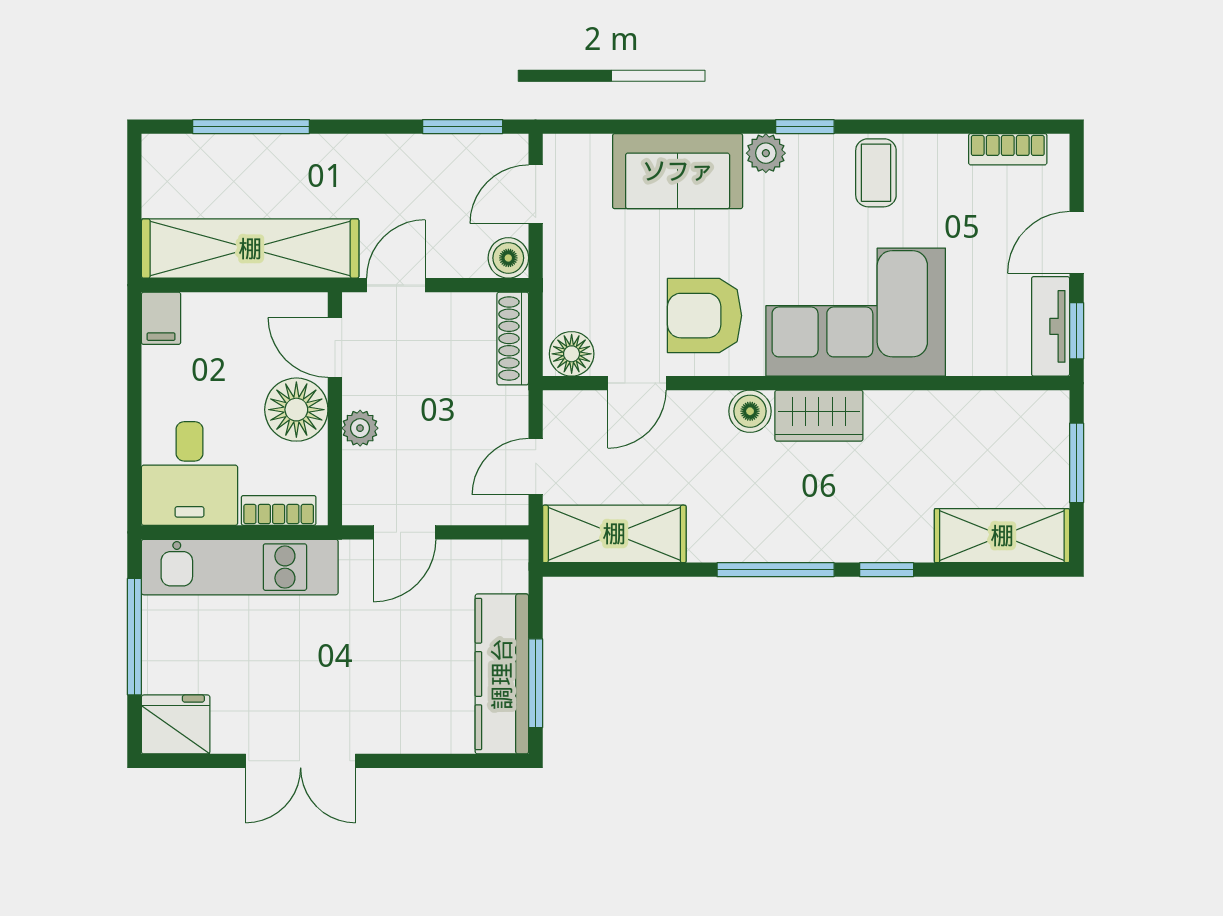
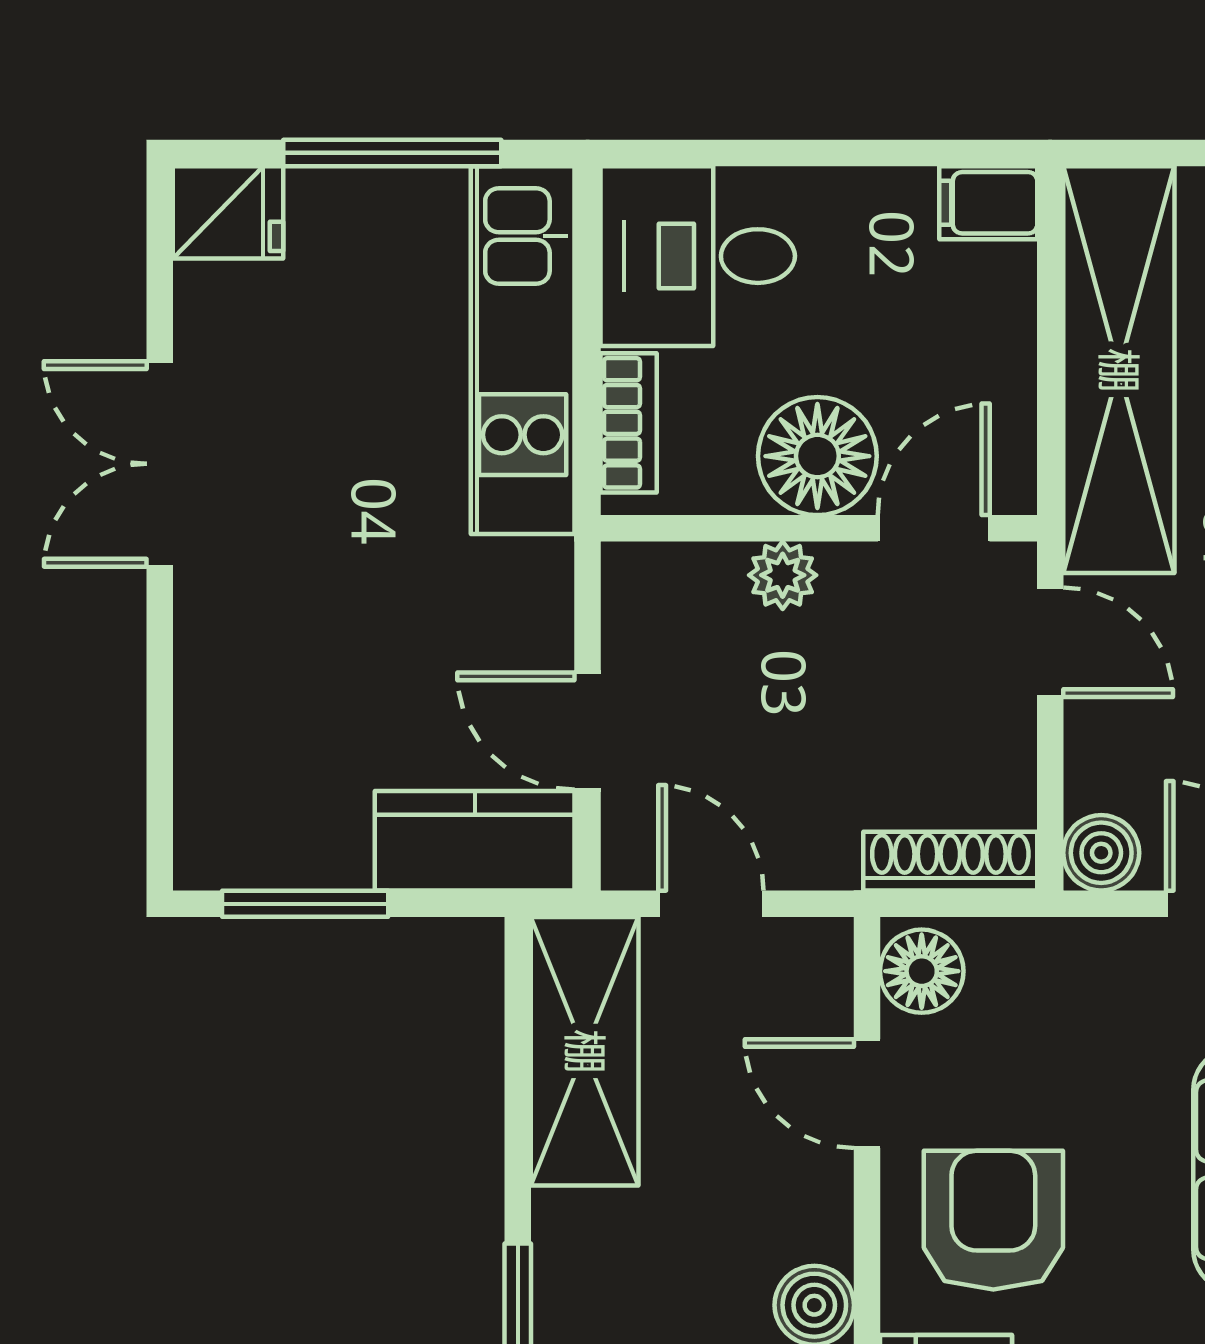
door: (405, 532) -> (588, 731), moved
kitchen counter: (502, 674) -> (475, 841), moved, width x0.67
fridge: (176, 724) -> (228, 212), width x0.72

